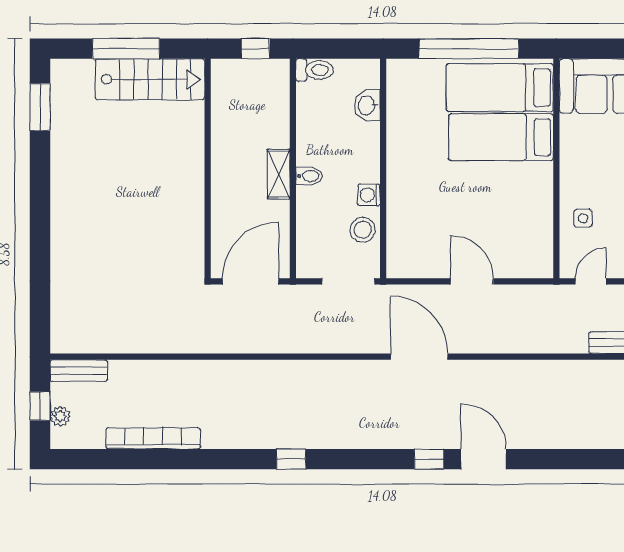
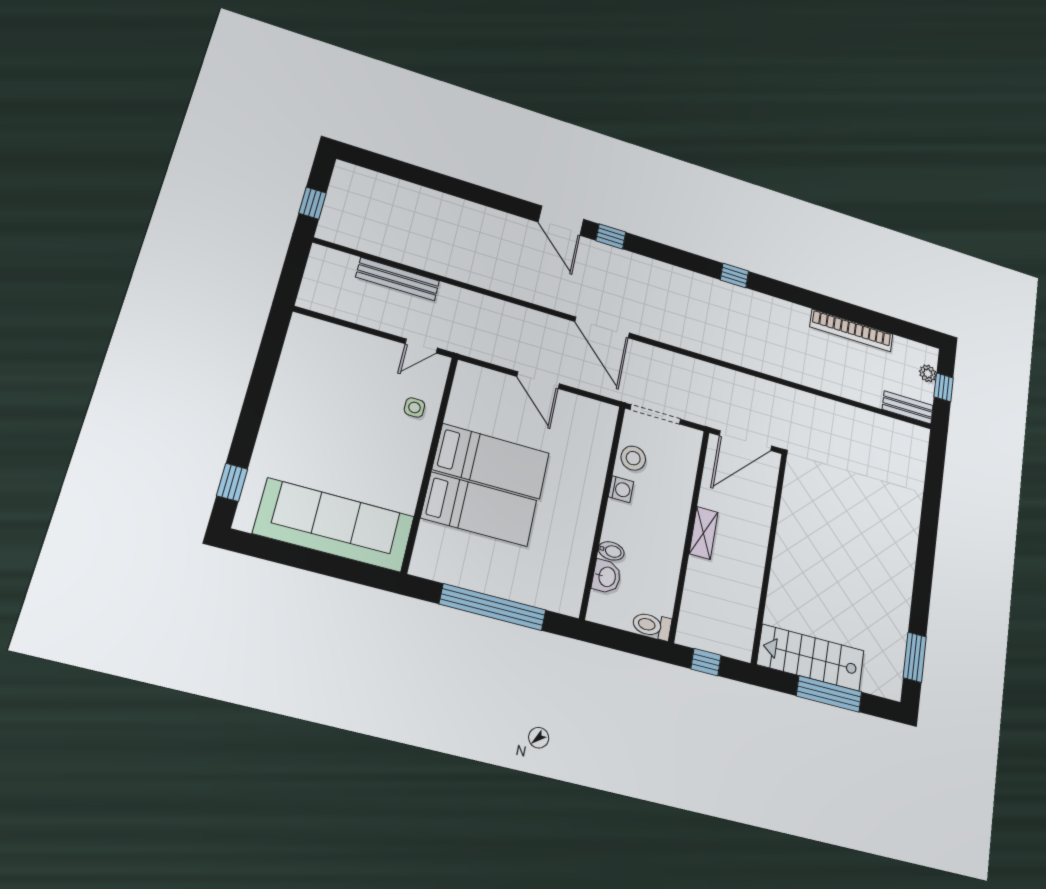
bed: (500, 88) -> (491, 461), moved
bidet: (309, 176) -> (611, 551), moved, turned 180

